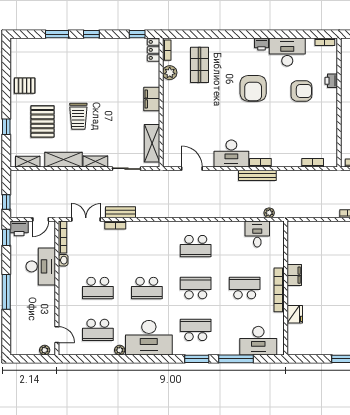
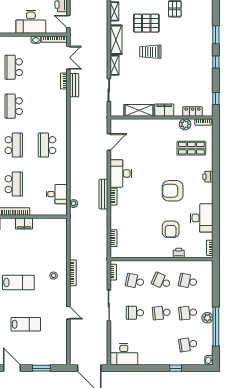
printer: (262, 44) -> (208, 177), moved
locker: (154, 50) -> (193, 111), moved
shelving: (152, 143) -> (139, 110), moved

